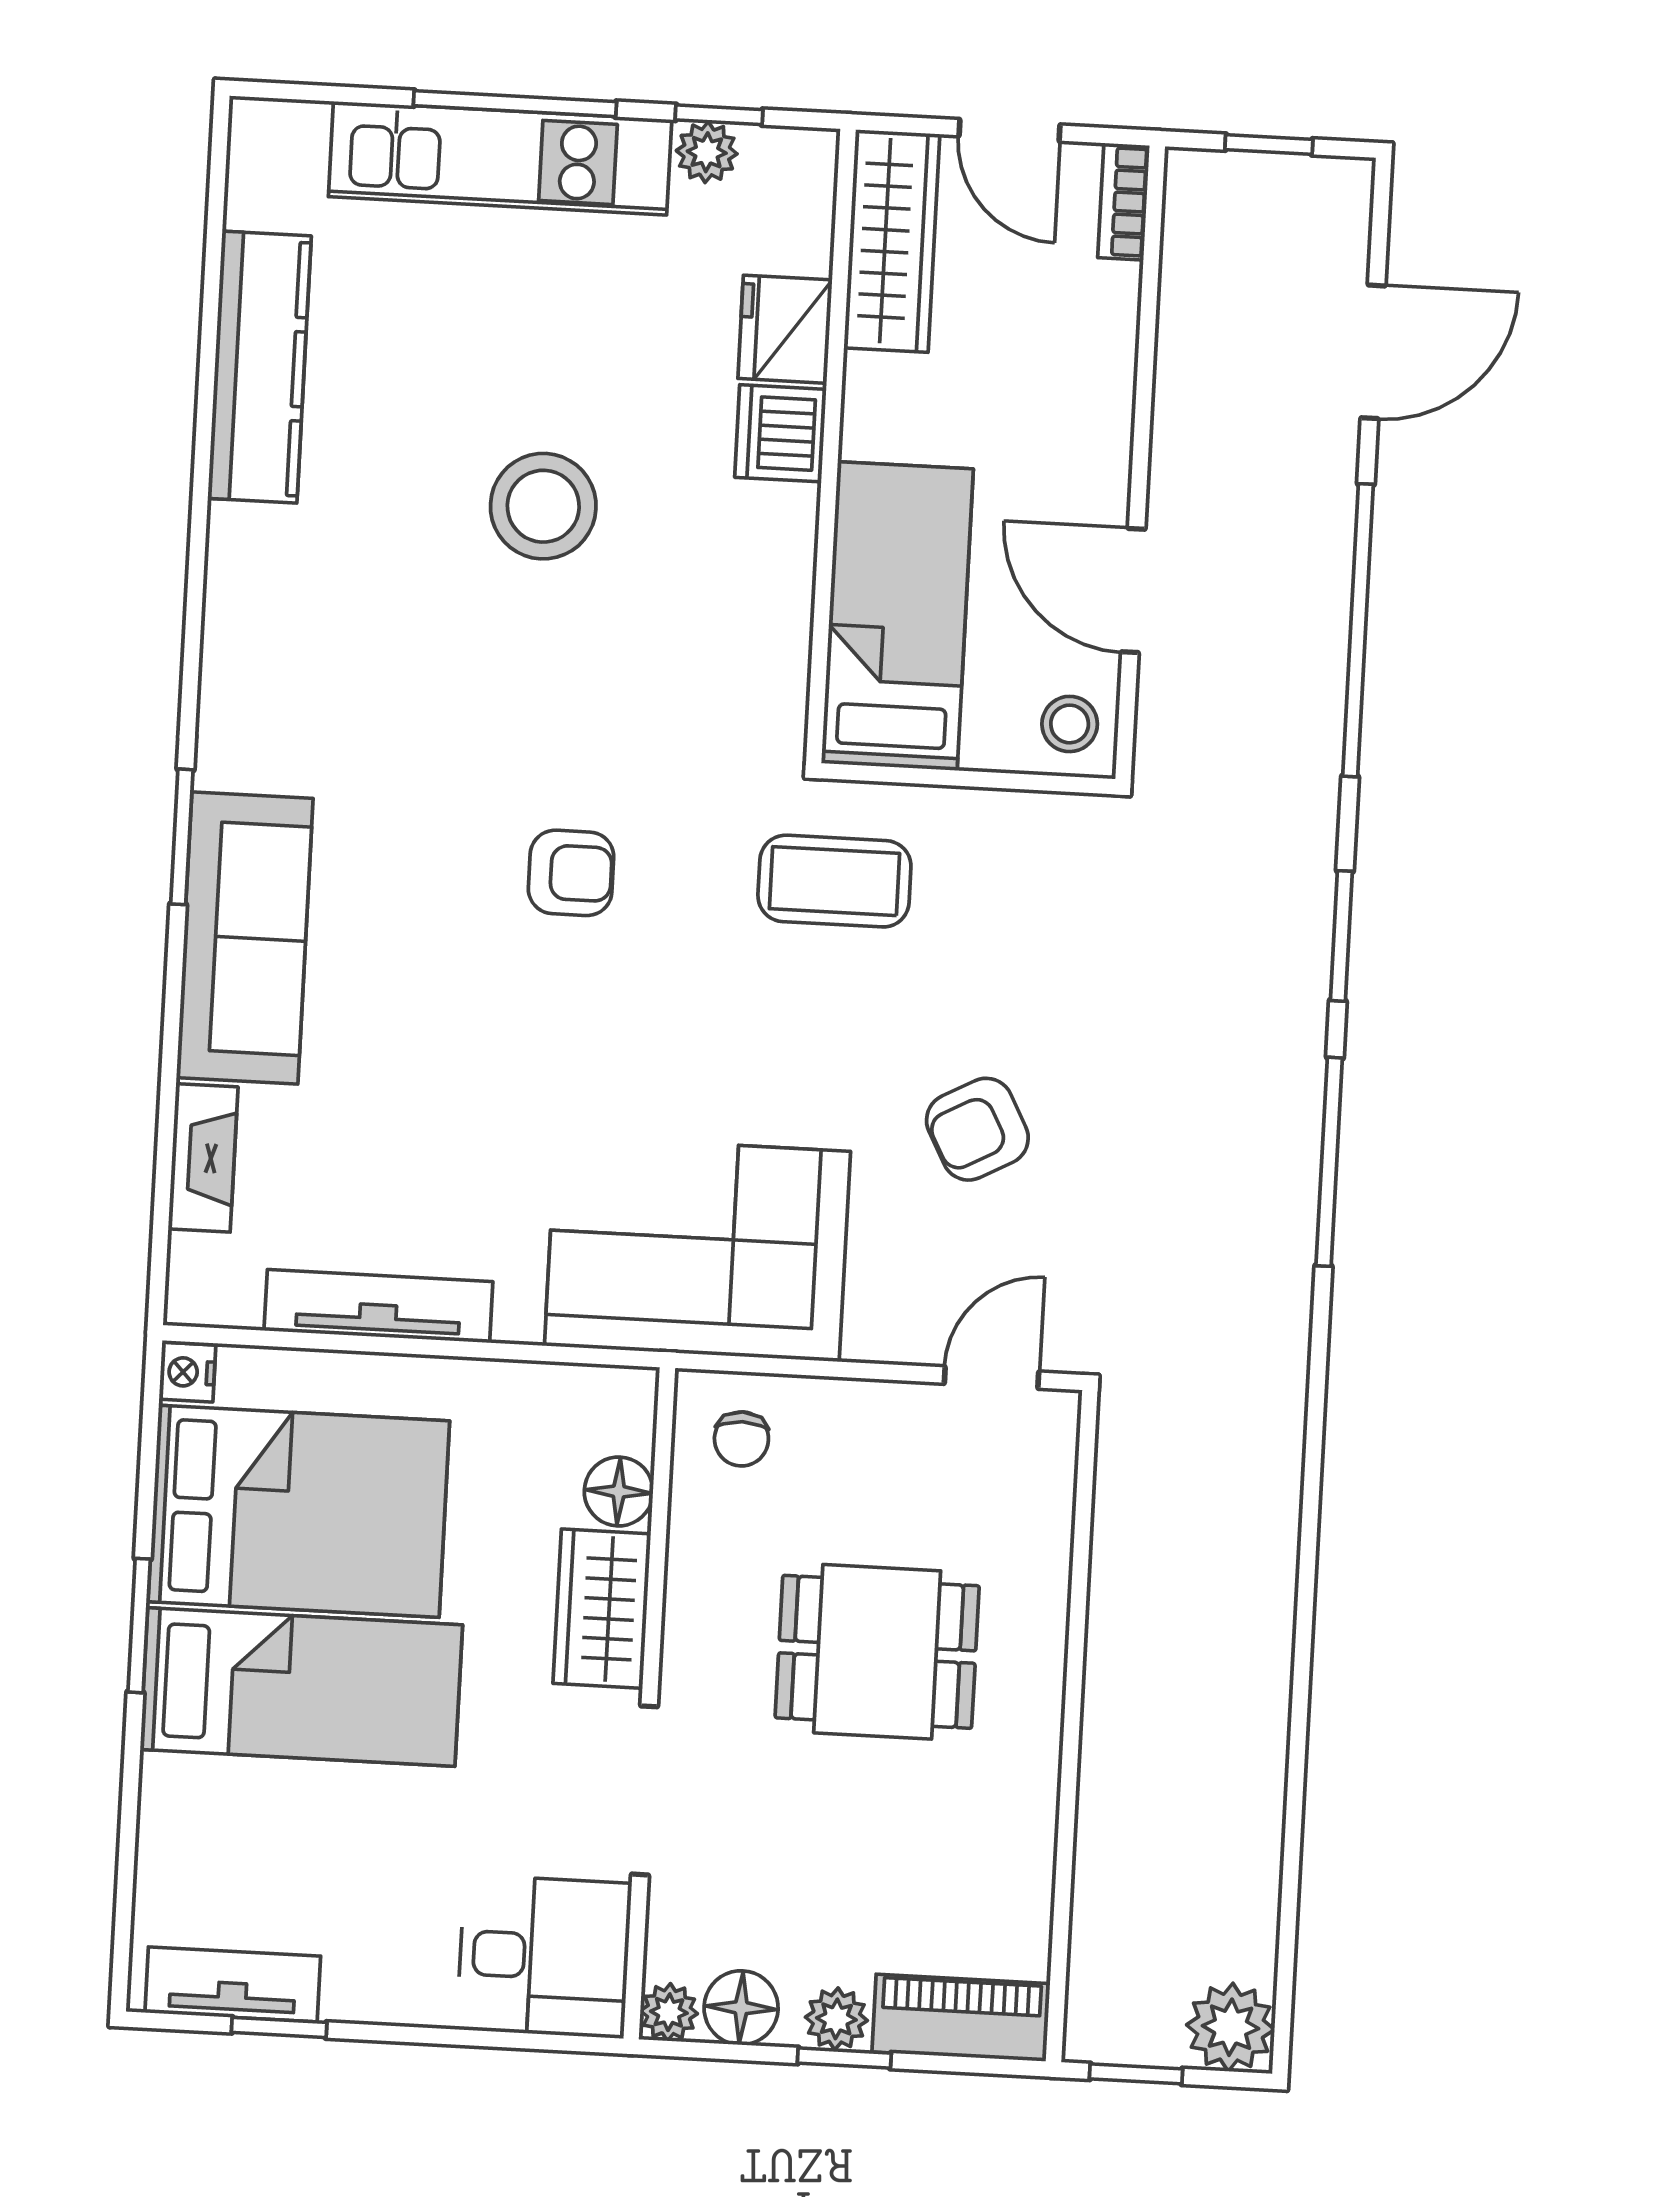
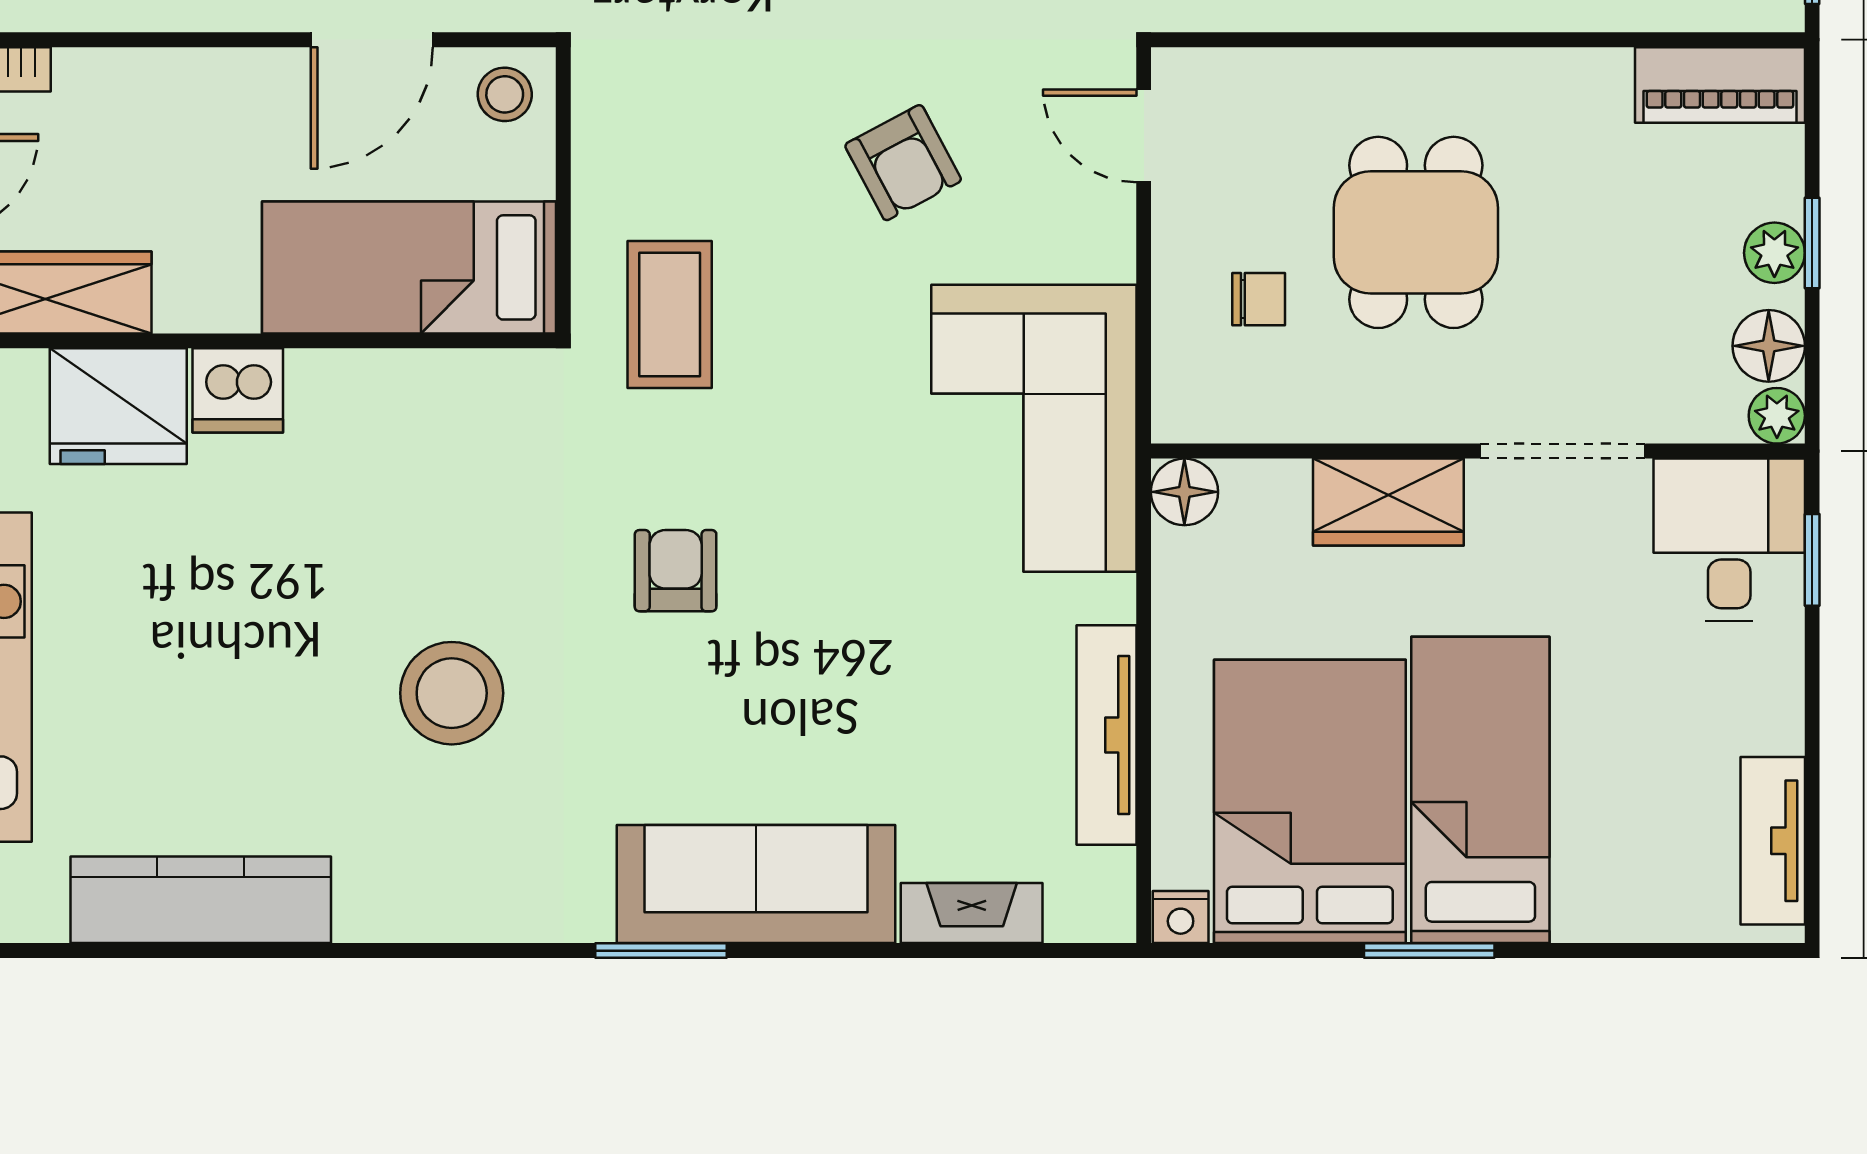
fridge: (785, 329) -> (118, 406), width x1.36, depth x1.34
stool: (543, 506) -> (452, 693), moved
chair: (741, 1439) -> (1259, 299), moved
floor lamp: (619, 1491) -> (1184, 492), moved
piano: (961, 2018) -> (1720, 85), moved, turned -90
window: (279, 2027) -> (1812, 560), moved

